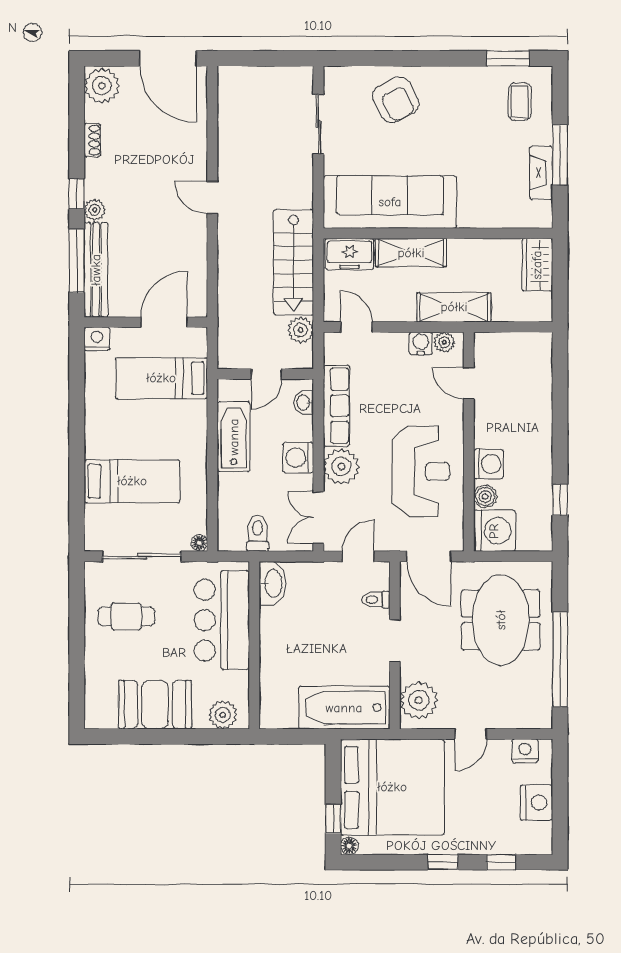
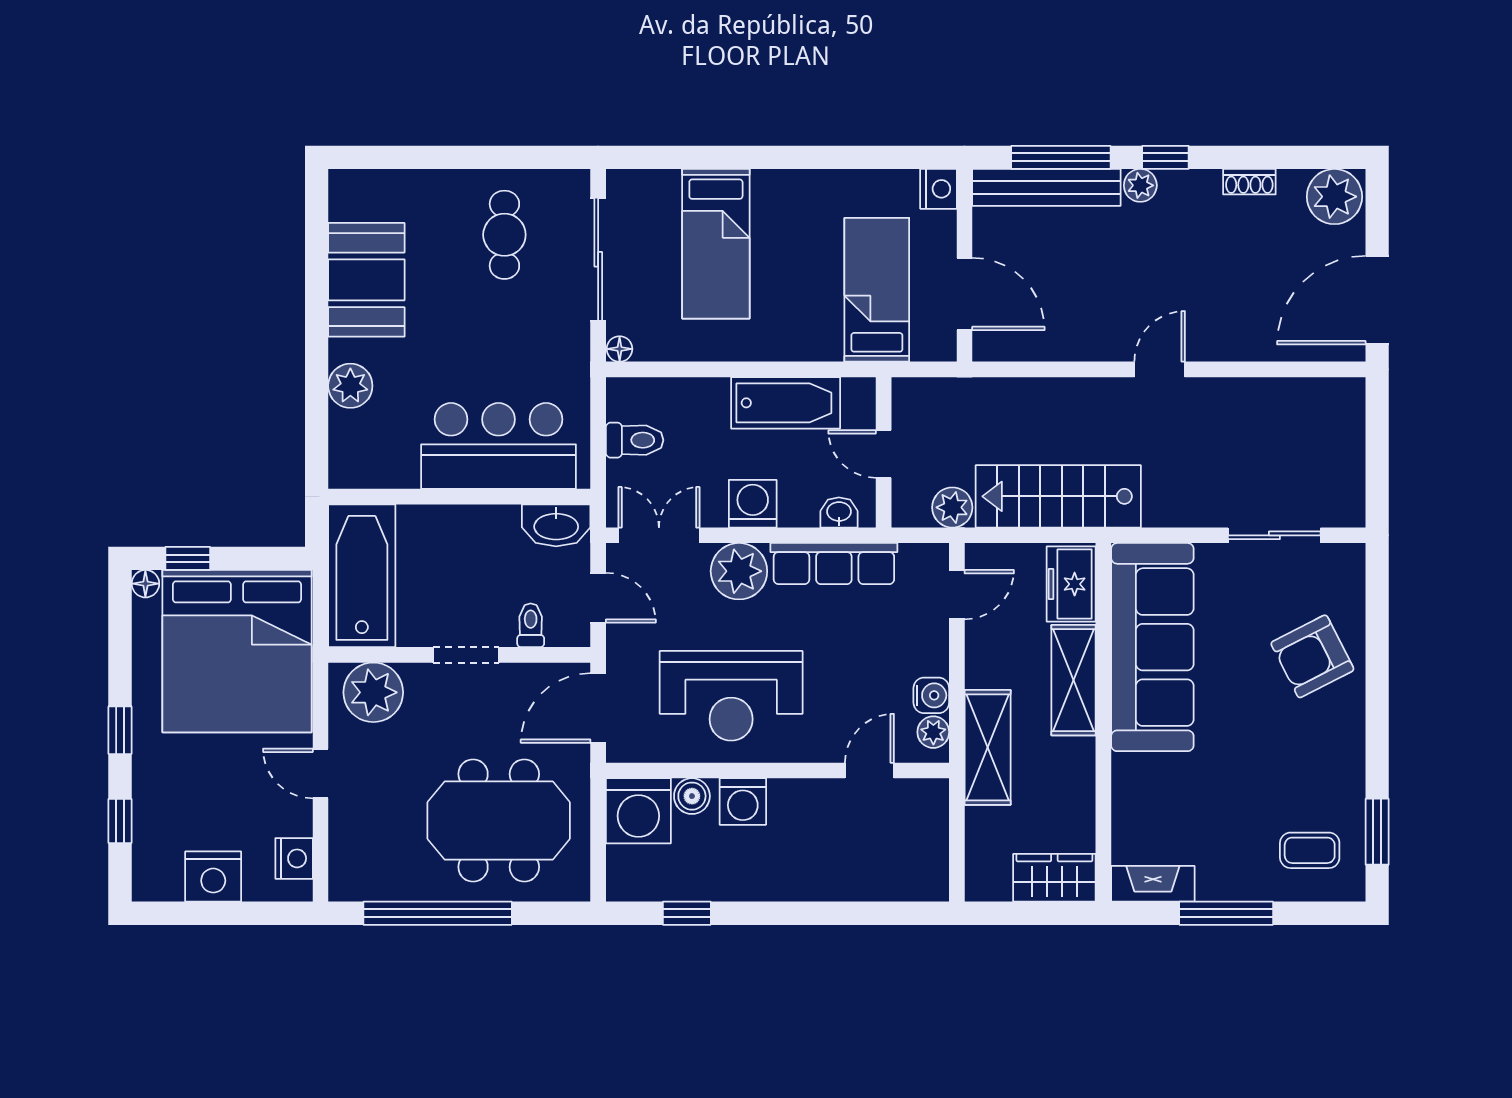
fireplace: (541, 173) -> (1153, 884), moved
washbasin: (273, 583) -> (556, 525), moved
bar counter: (222, 620) -> (499, 446), moved
wall: (254, 645) -> (459, 497), moved

